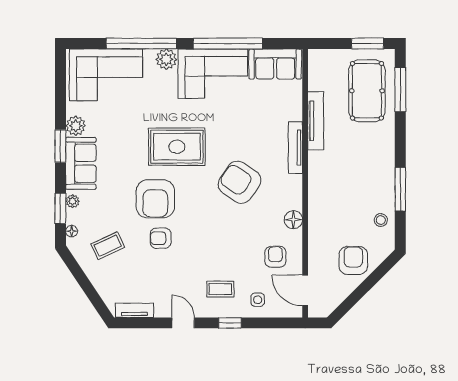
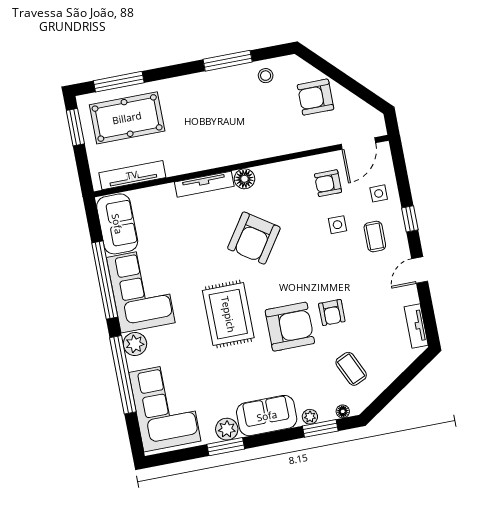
tv unit: (316, 121) -> (132, 175), moved
window: (60, 146) -> (226, 447), moved
floor lamp: (293, 220) -> (244, 179), moved
side table: (237, 258) -> (337, 225), added

